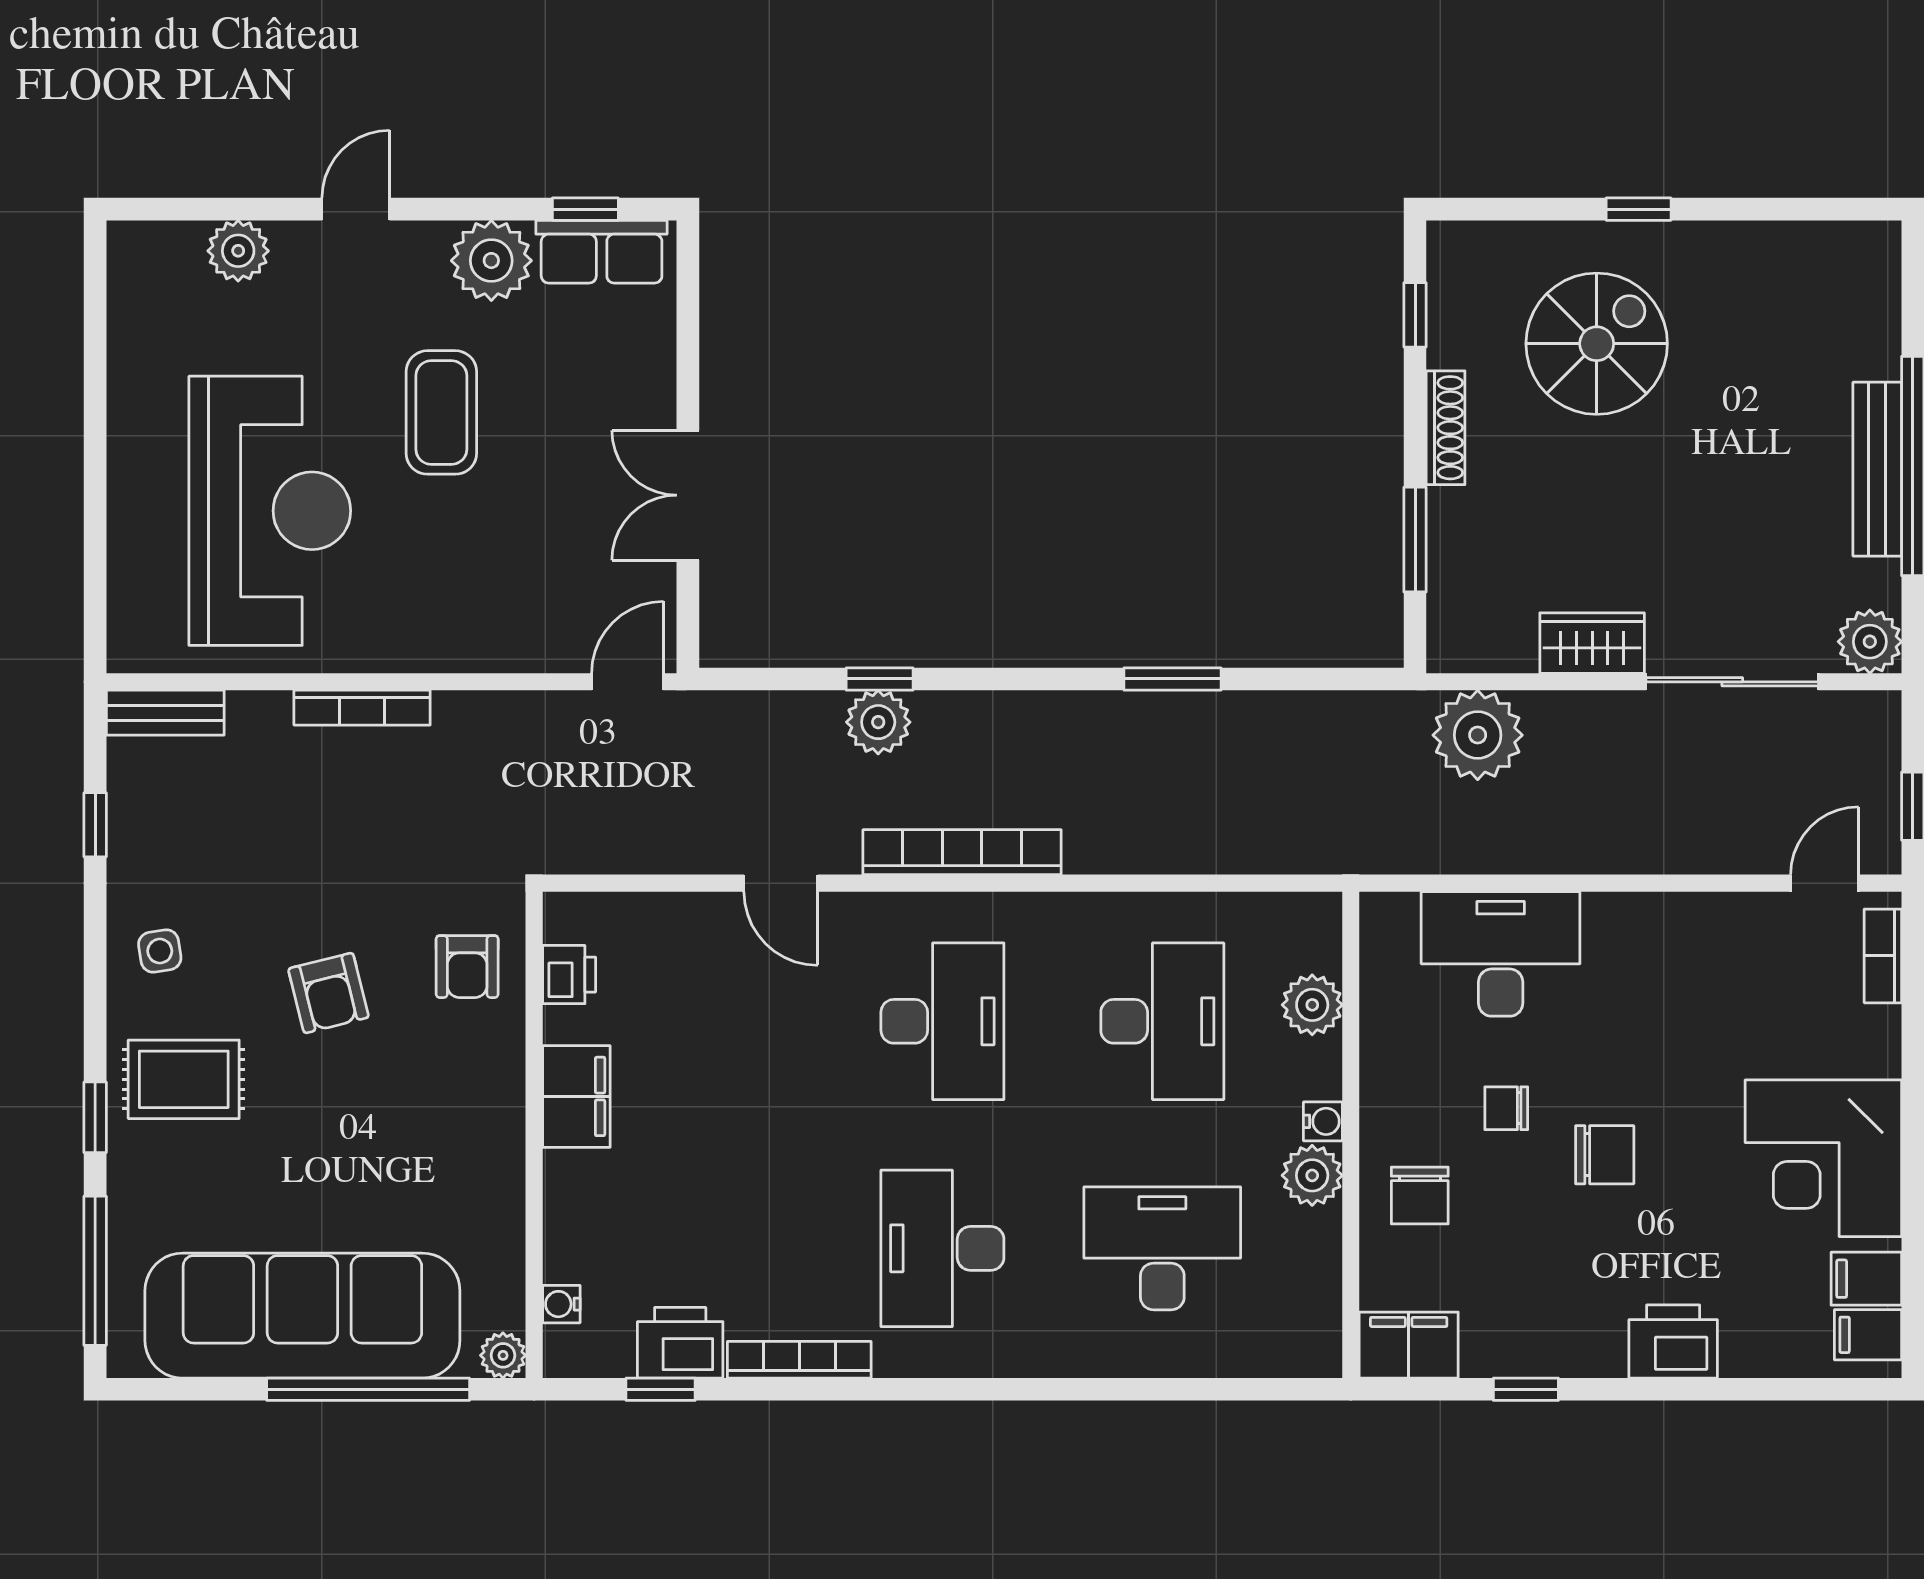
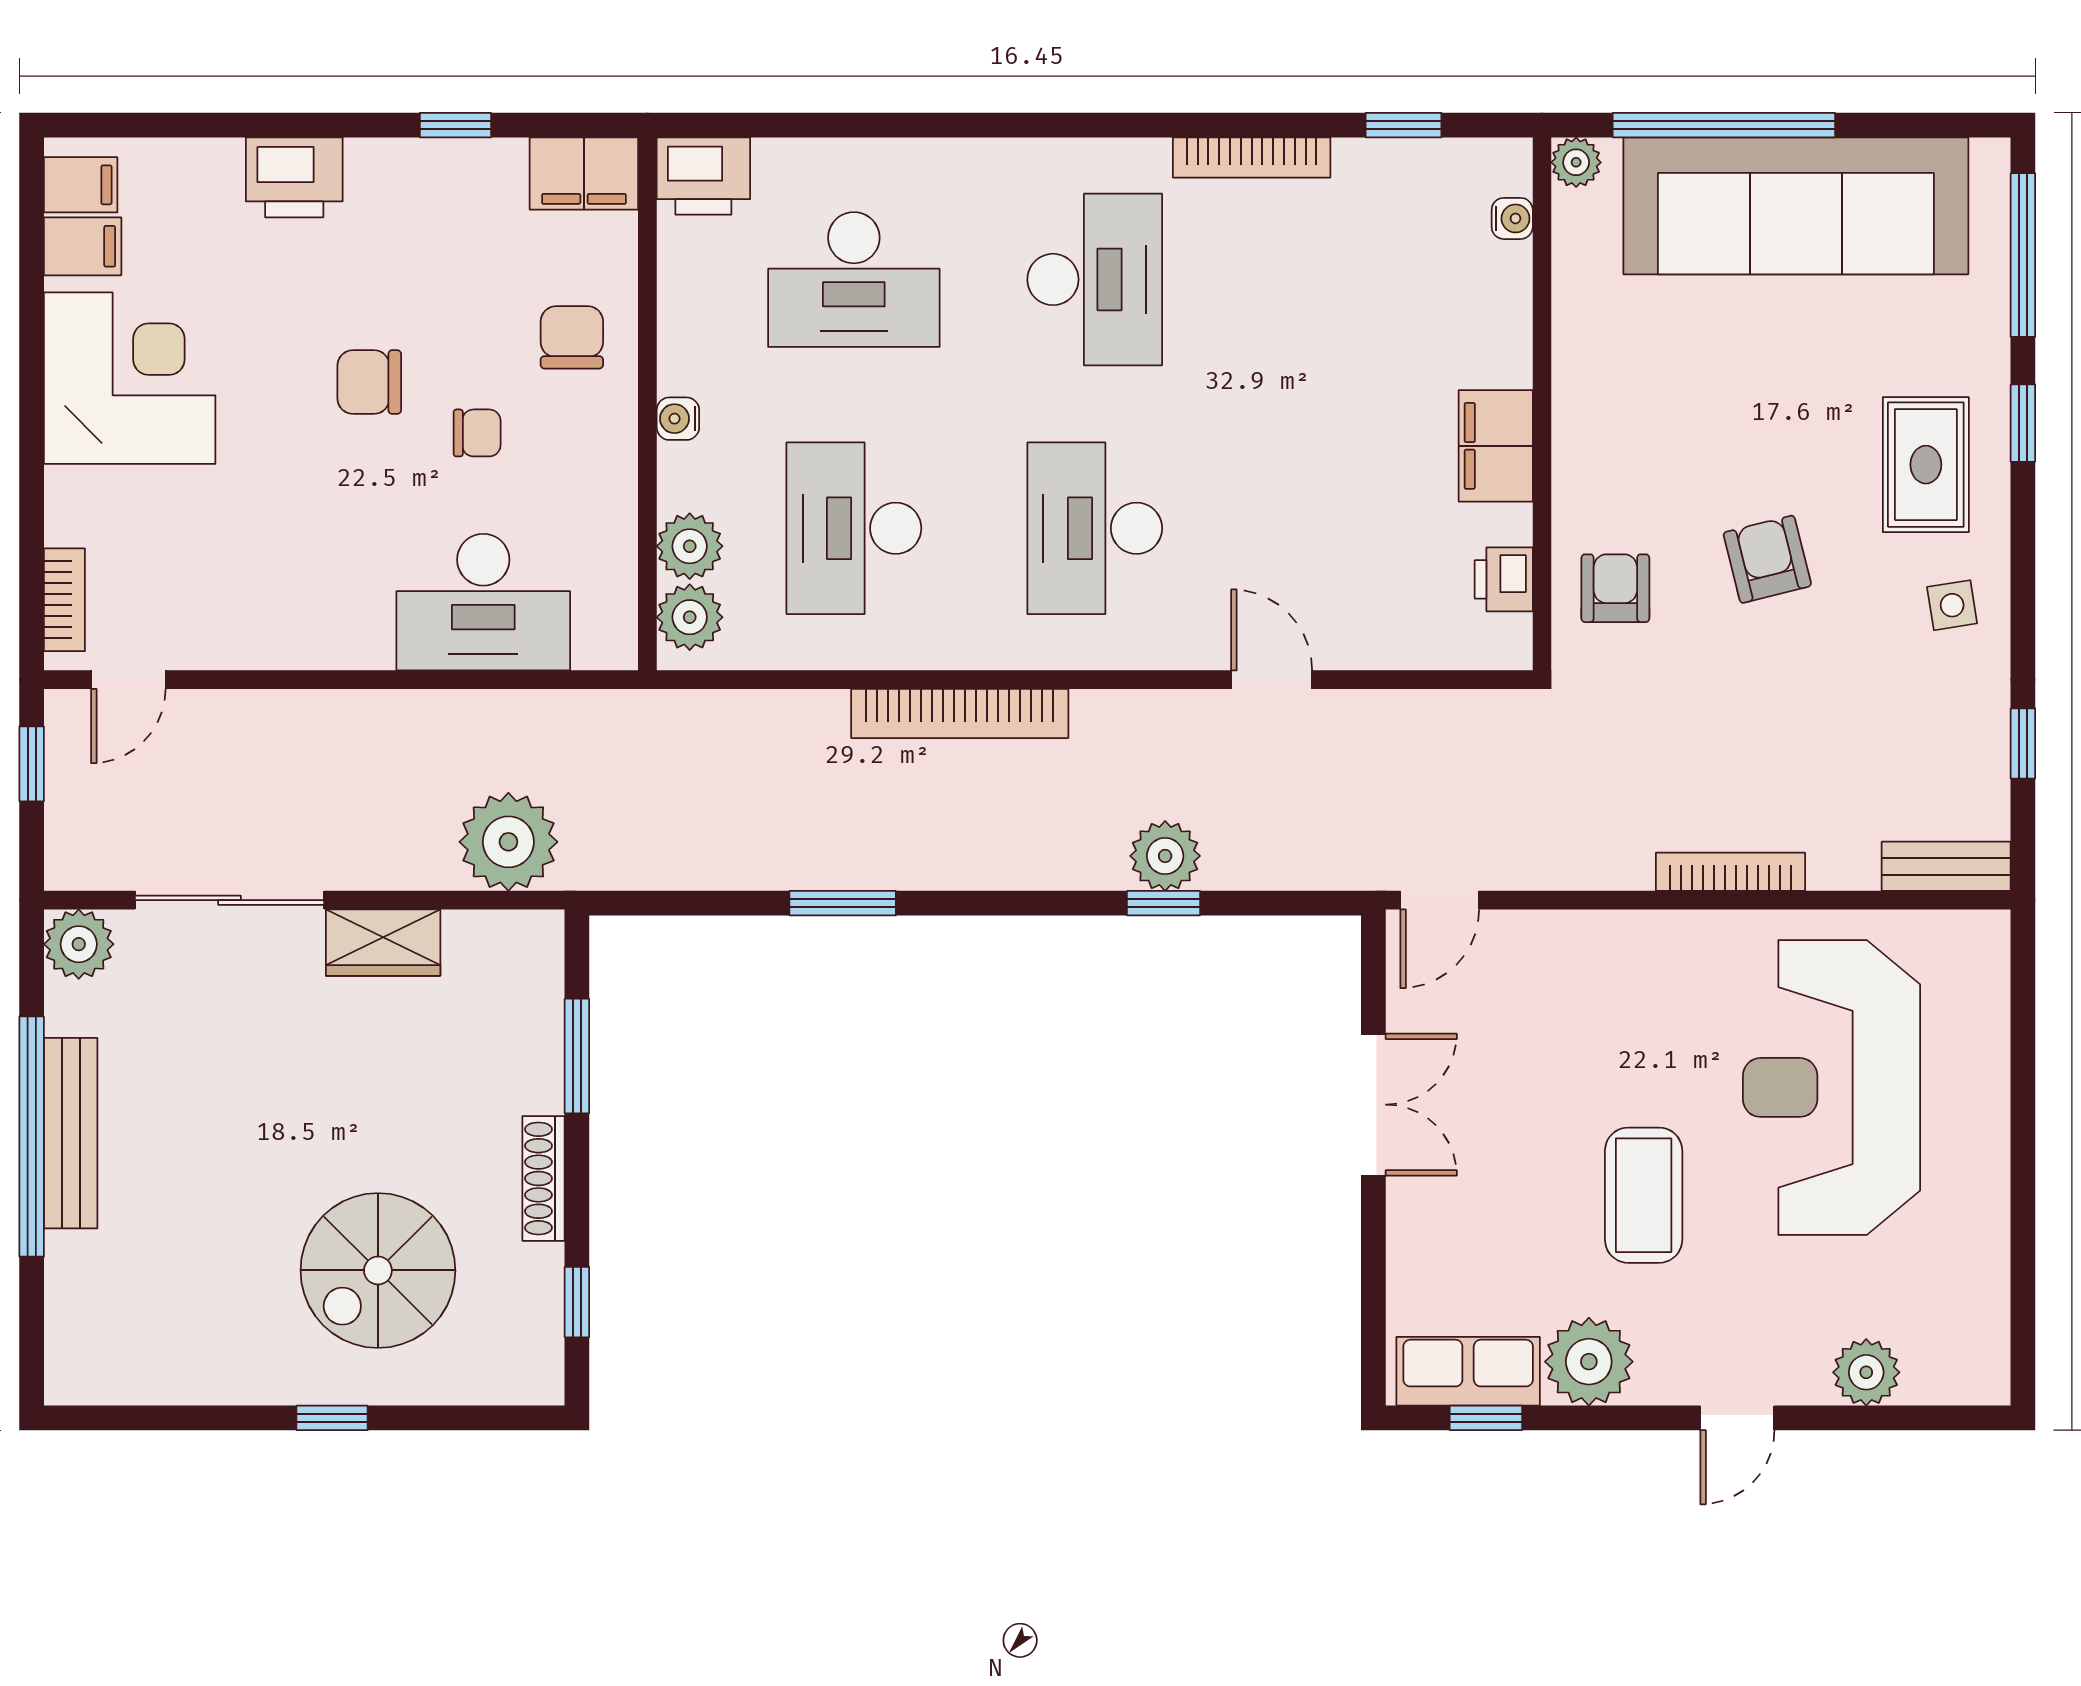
bookcase: (962, 852) -> (960, 713), moved
rug: (184, 1079) -> (1926, 465), turned 90
plant: (1312, 1175) -> (690, 617), moved
printer: (680, 1343) -> (703, 176), moved

